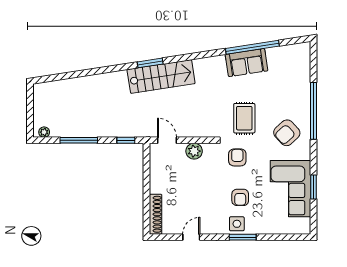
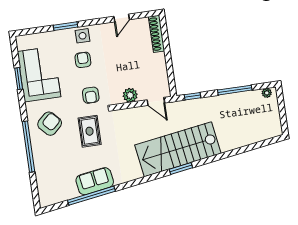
stairs: (161, 77) -> (178, 149), width x1.36, depth x1.51
window: (243, 237) -> (66, 26), moved

